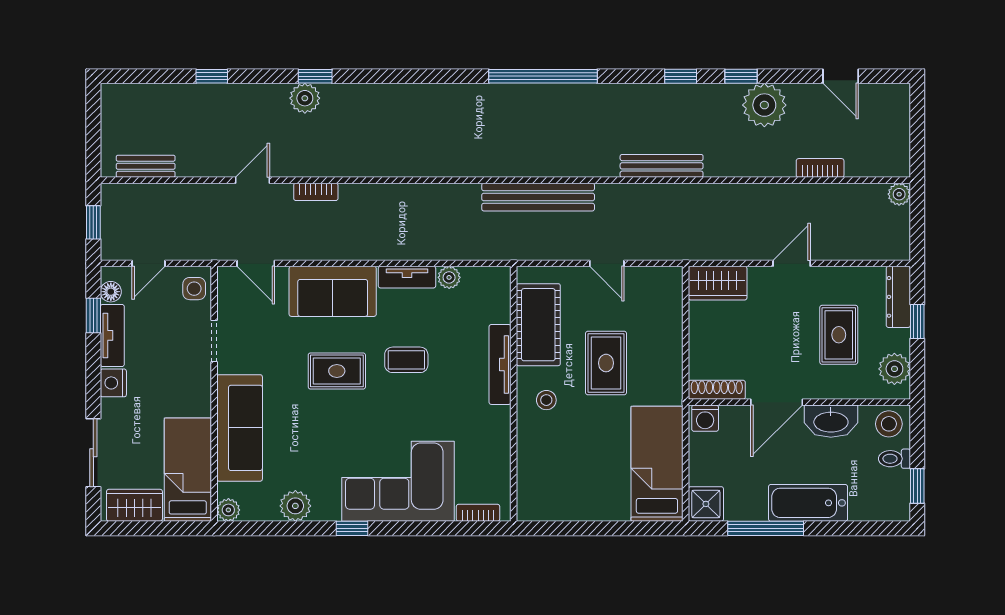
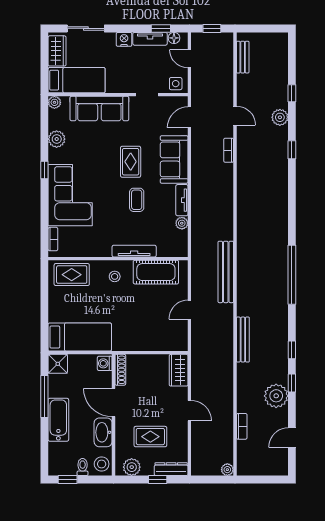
plant: (305, 98) -> (280, 117), moved
rug: (606, 363) -> (72, 275), moved

